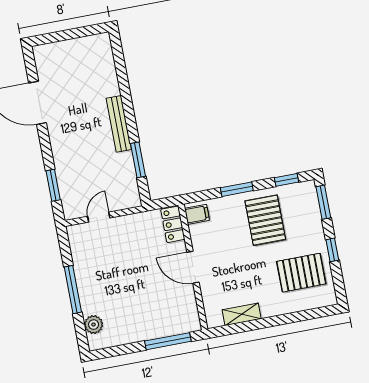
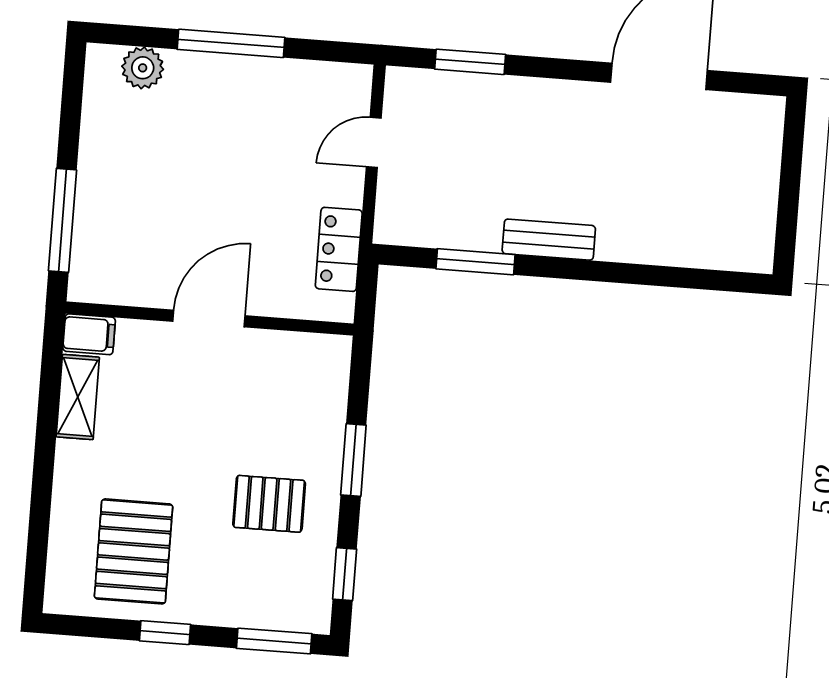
bench: (119, 124) -> (549, 240), width x0.73
filing cabinet: (197, 214) -> (89, 334), moved, turned -90
door: (99, 217) -> (374, 142), swing flipped
pallet: (265, 220) -> (269, 504), width x0.67, depth x0.71
locker: (173, 224) -> (339, 249), moved, turned -90

